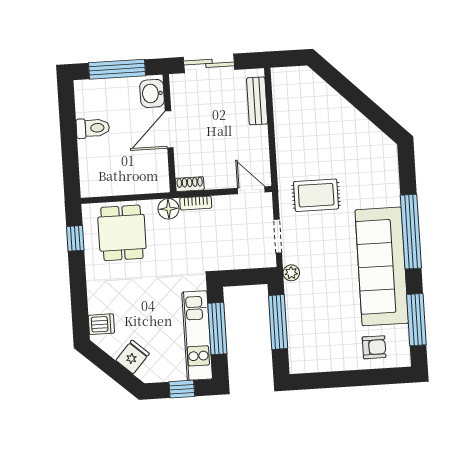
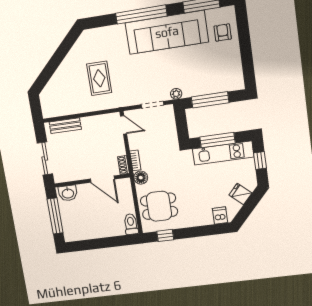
toilet: (93, 128) -> (131, 224), moved
door: (169, 129) -> (102, 179), moved
door: (251, 190) -> (124, 125), swing flipped
rug: (316, 195) -> (99, 78), moved

